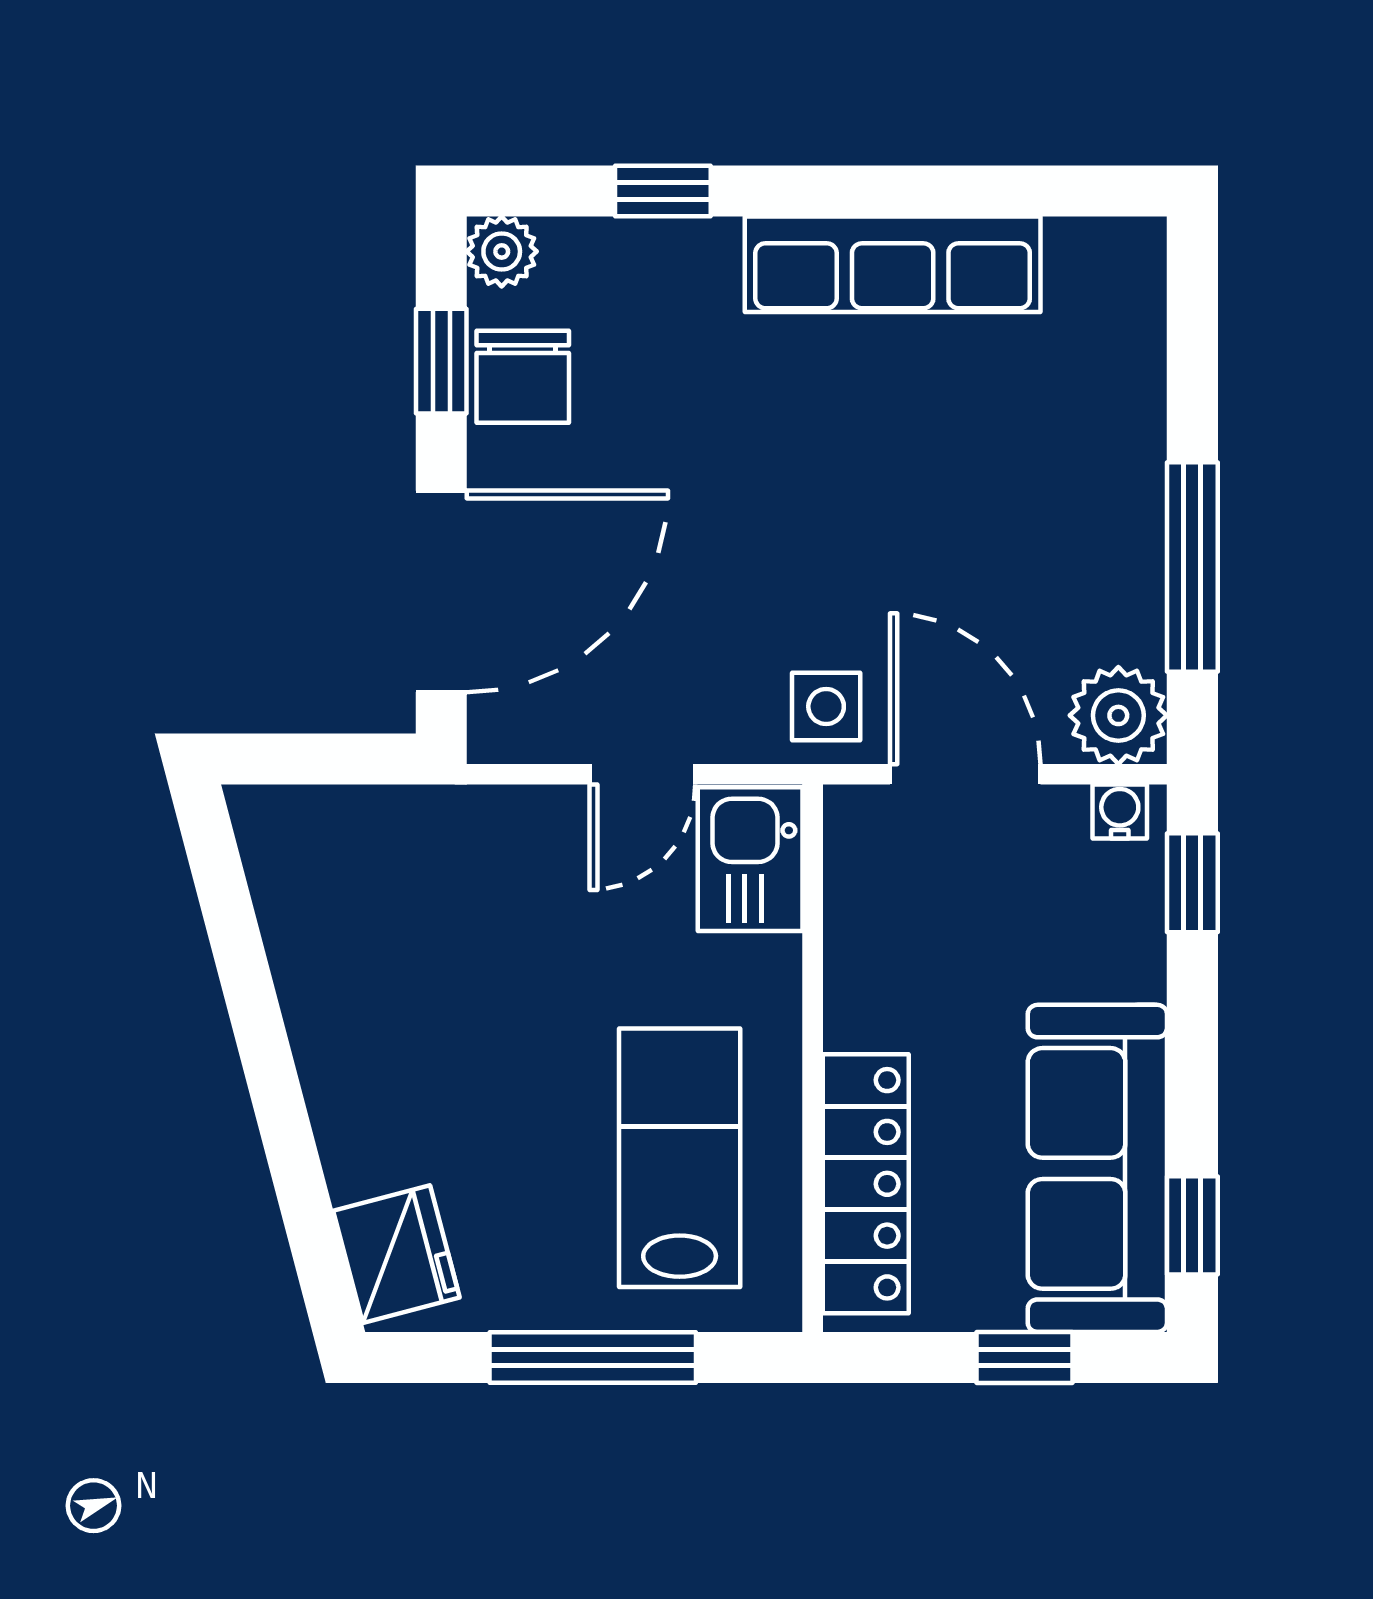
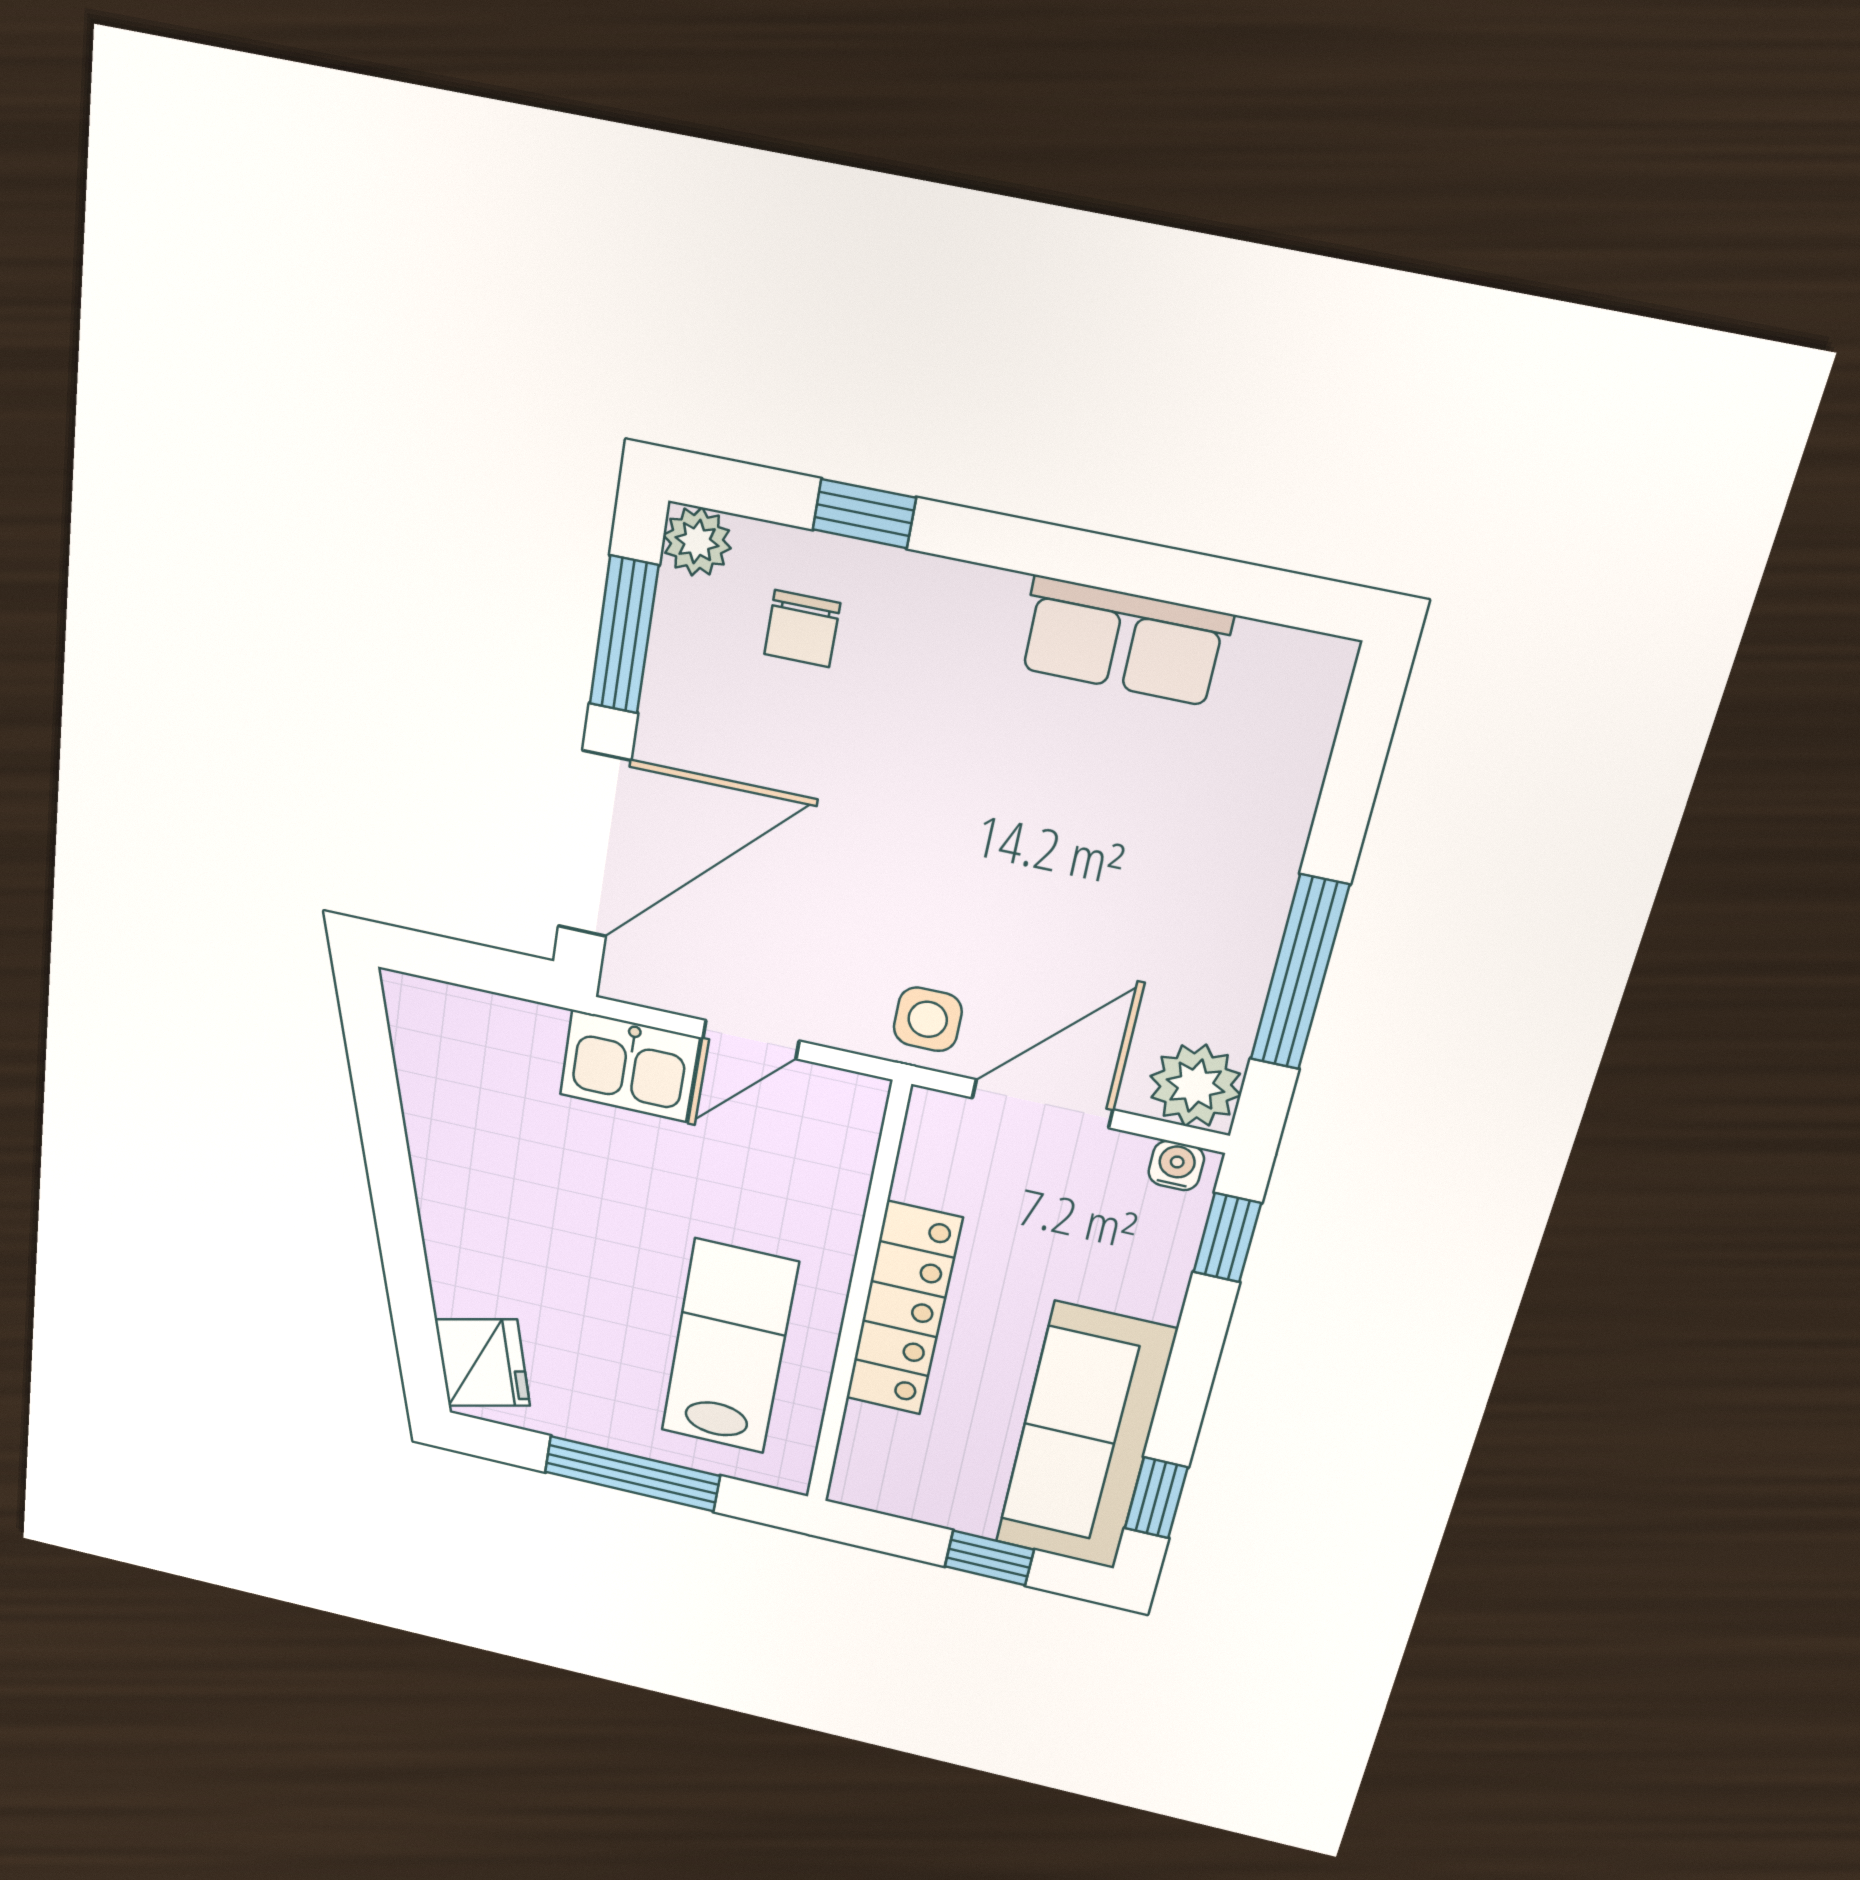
row of seats: (893, 264) -> (1124, 641), width x0.68
window: (441, 361) -> (624, 635), width x1.50
chair: (523, 377) -> (802, 629), moved, width x0.73, depth x0.73
door: (965, 774) -> (1042, 1104), hinge flipped
kitchen sink: (750, 859) -> (630, 1066), moved, turned -90
locker: (866, 1184) -> (904, 1309), moved

